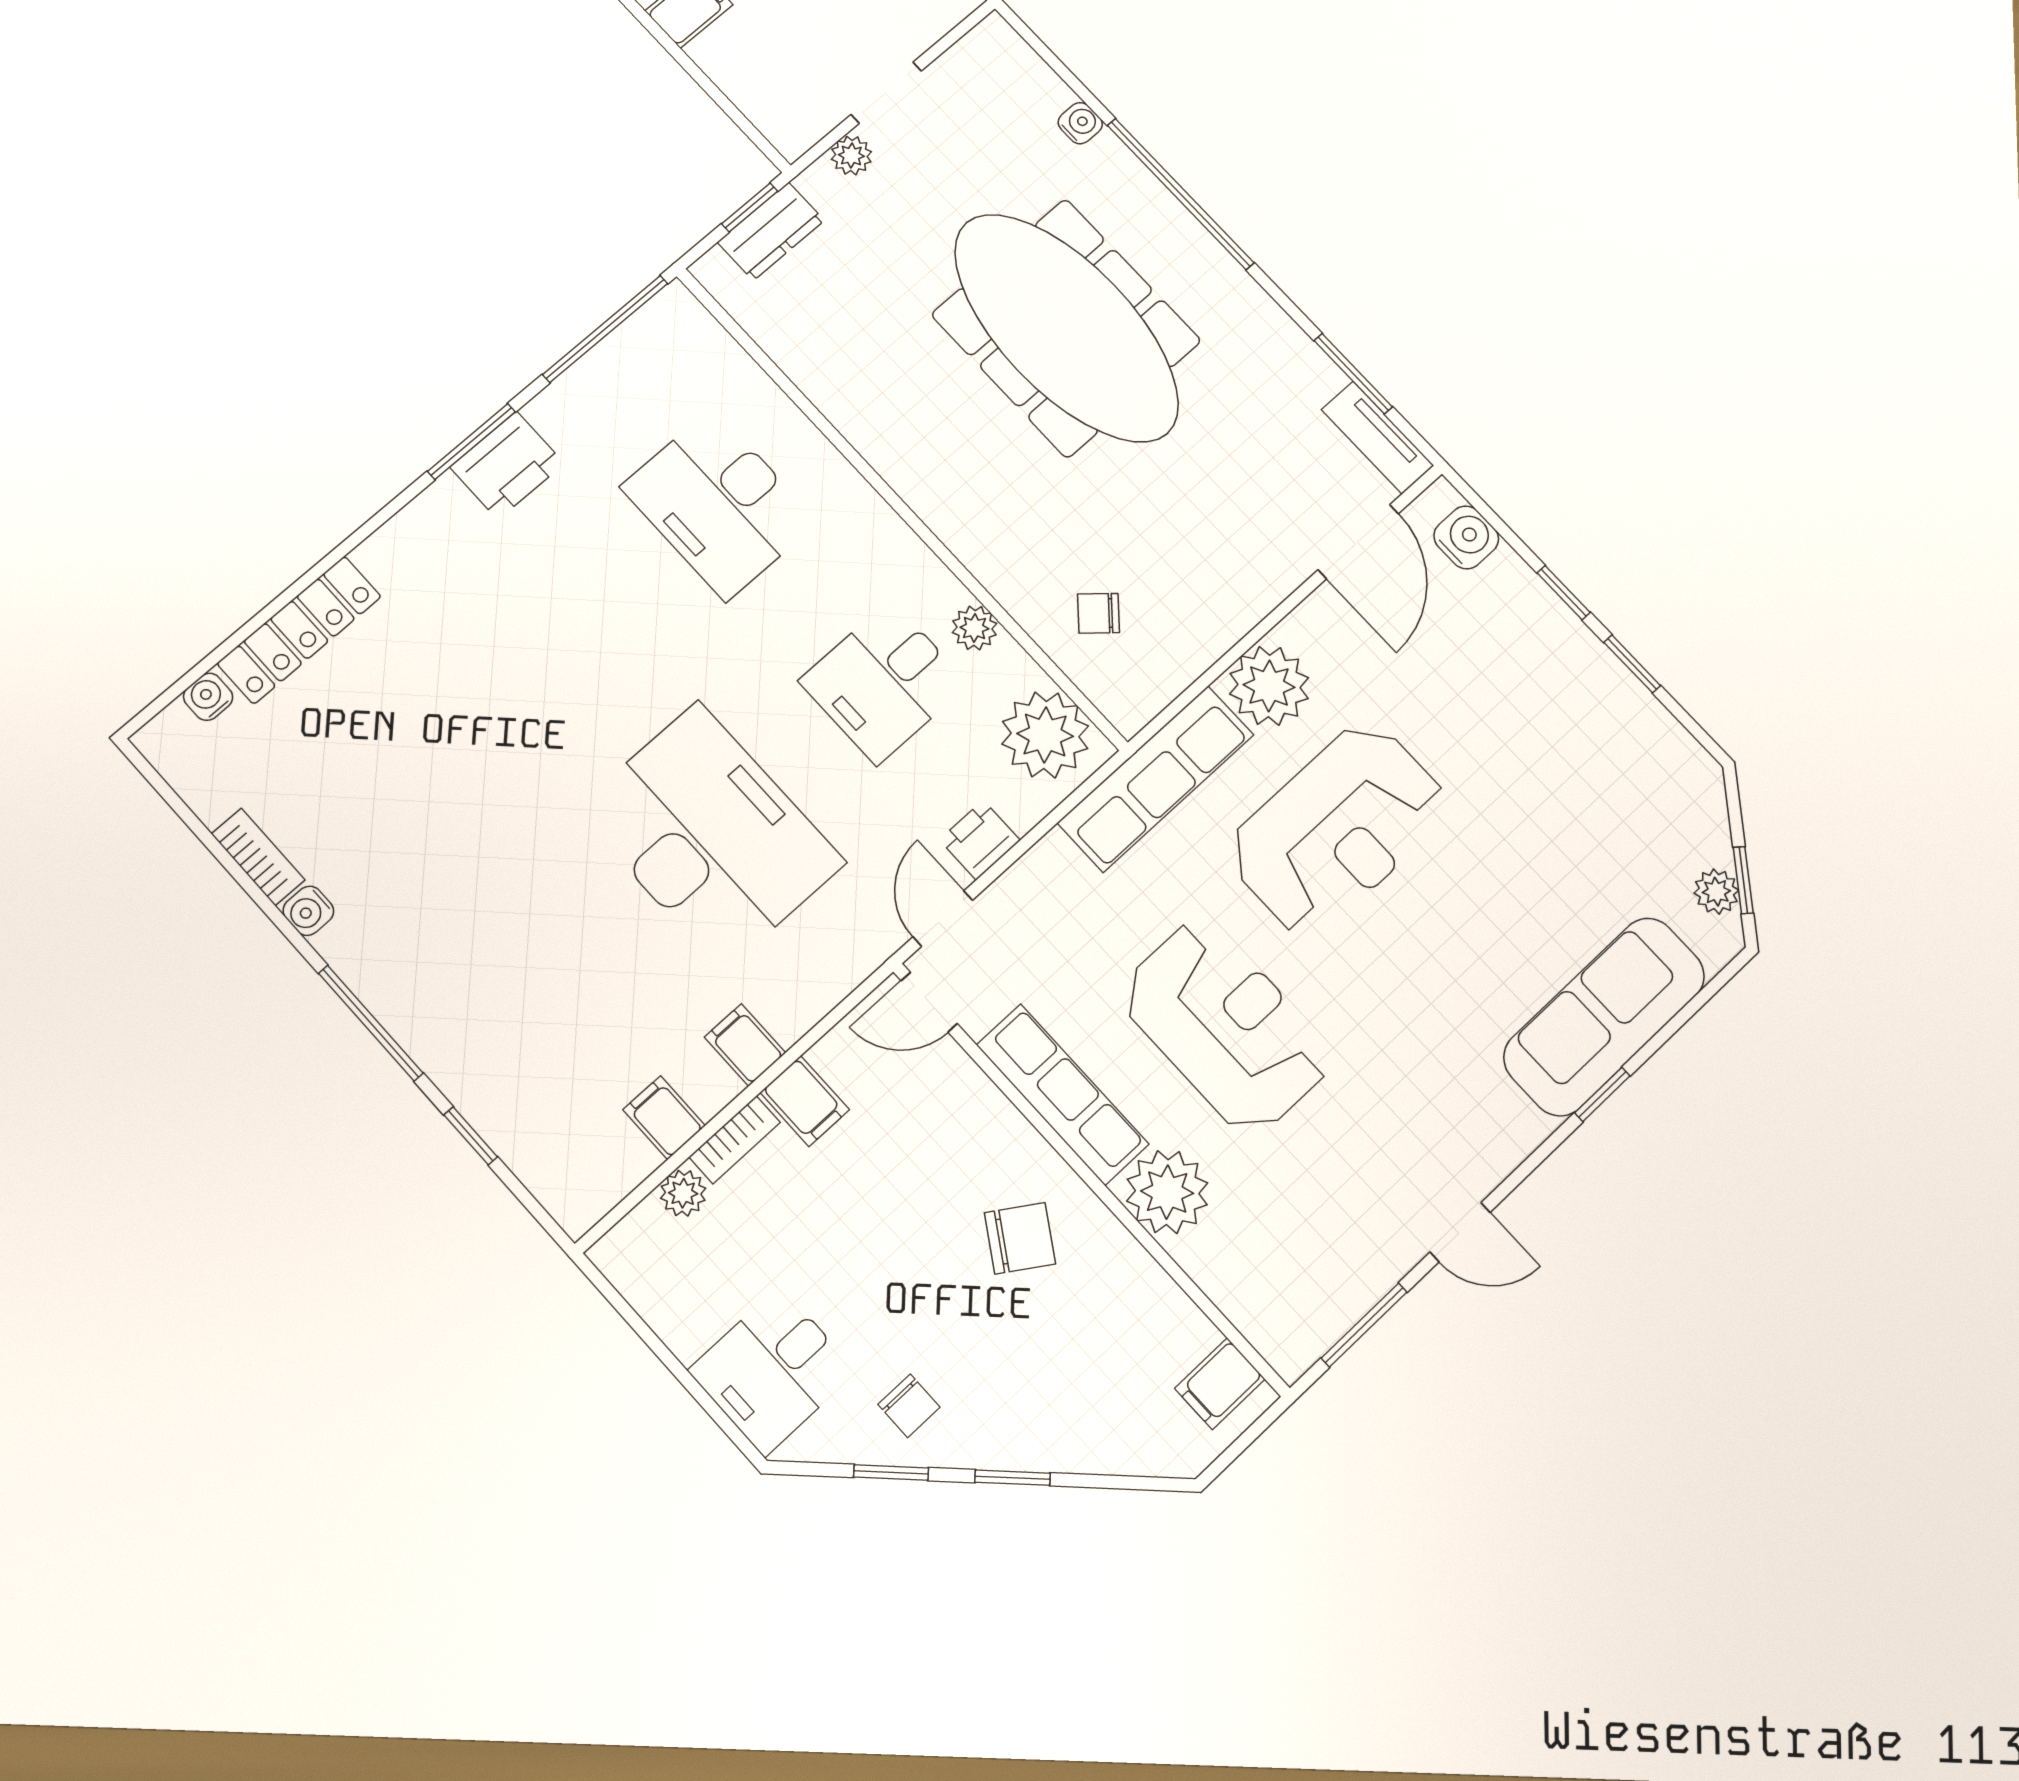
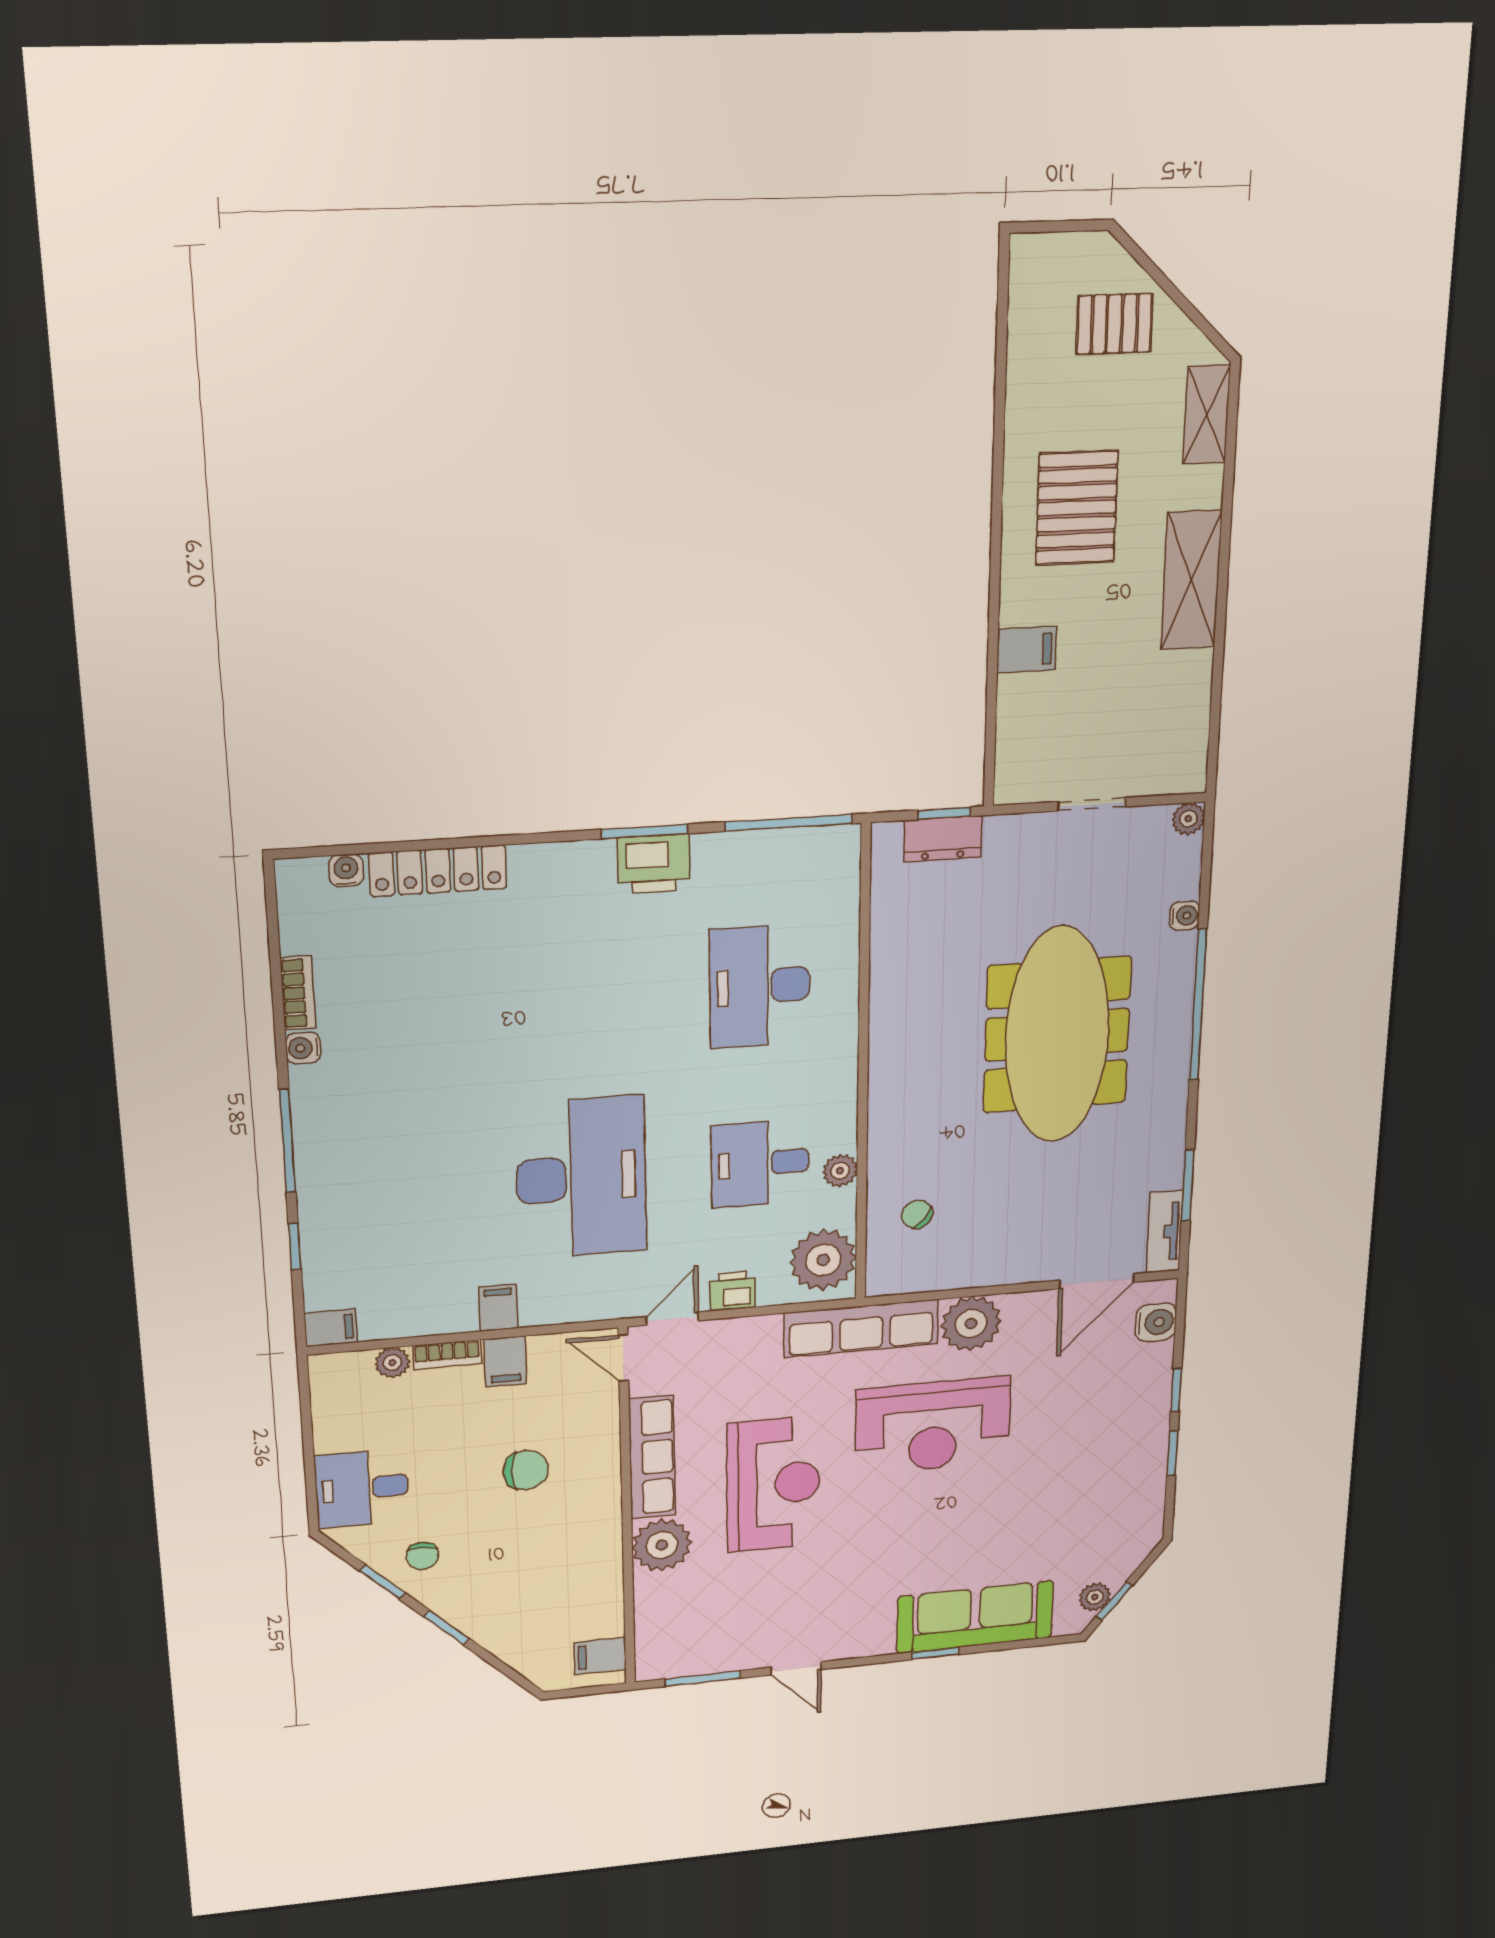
plant: (851, 156) -> (1188, 819), moved
filing cabinet: (664, 1118) -> (331, 1328), moved, turned 90
chair: (1020, 1238) -> (526, 1470), moved, turned -33

